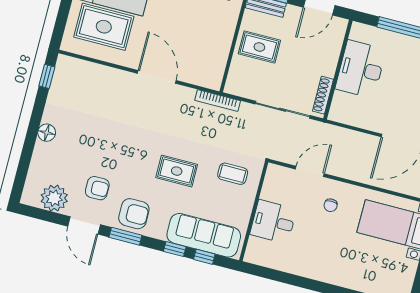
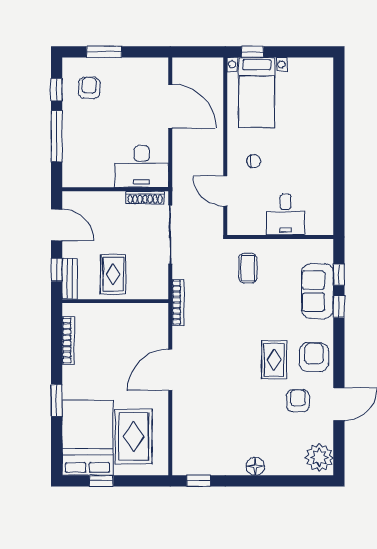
desk: (361, 69) -> (142, 166), moved
rug: (177, 171) -> (274, 360), moved
plant: (54, 198) -> (319, 457), moved
sofa: (204, 235) -> (317, 291), width x0.73
window: (125, 236) -> (339, 360), removed

